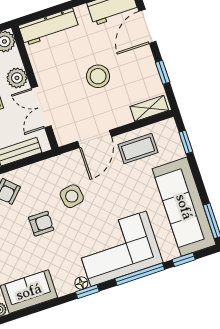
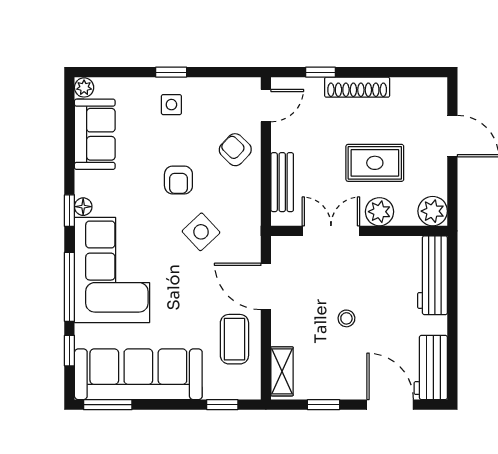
stool: (98, 76) -> (346, 318), width x0.53, depth x0.53
side table: (72, 196) -> (201, 232), turned -34

